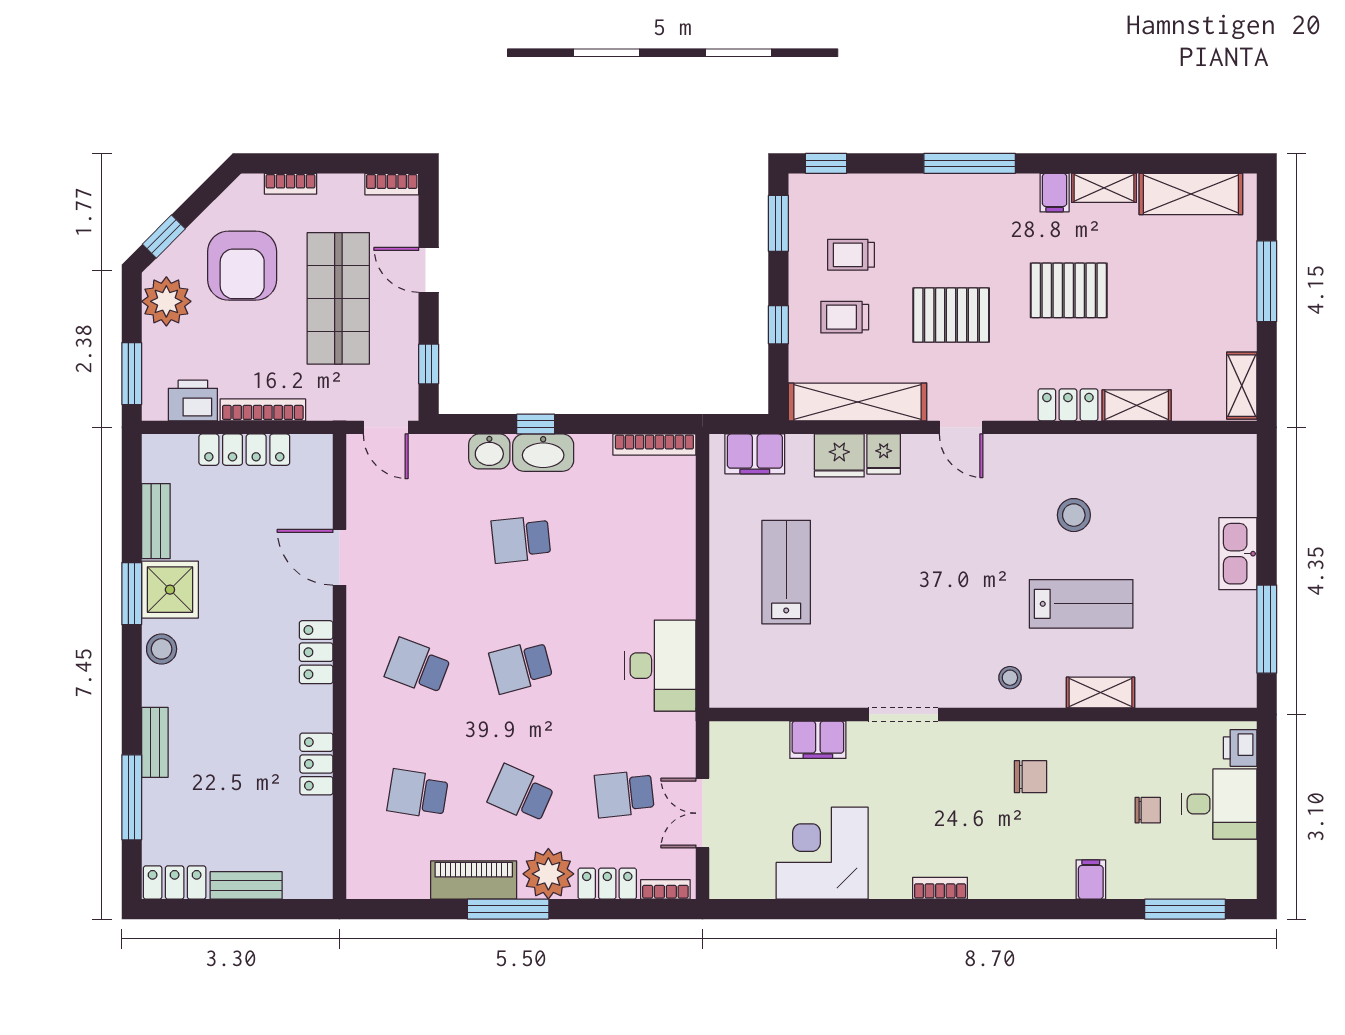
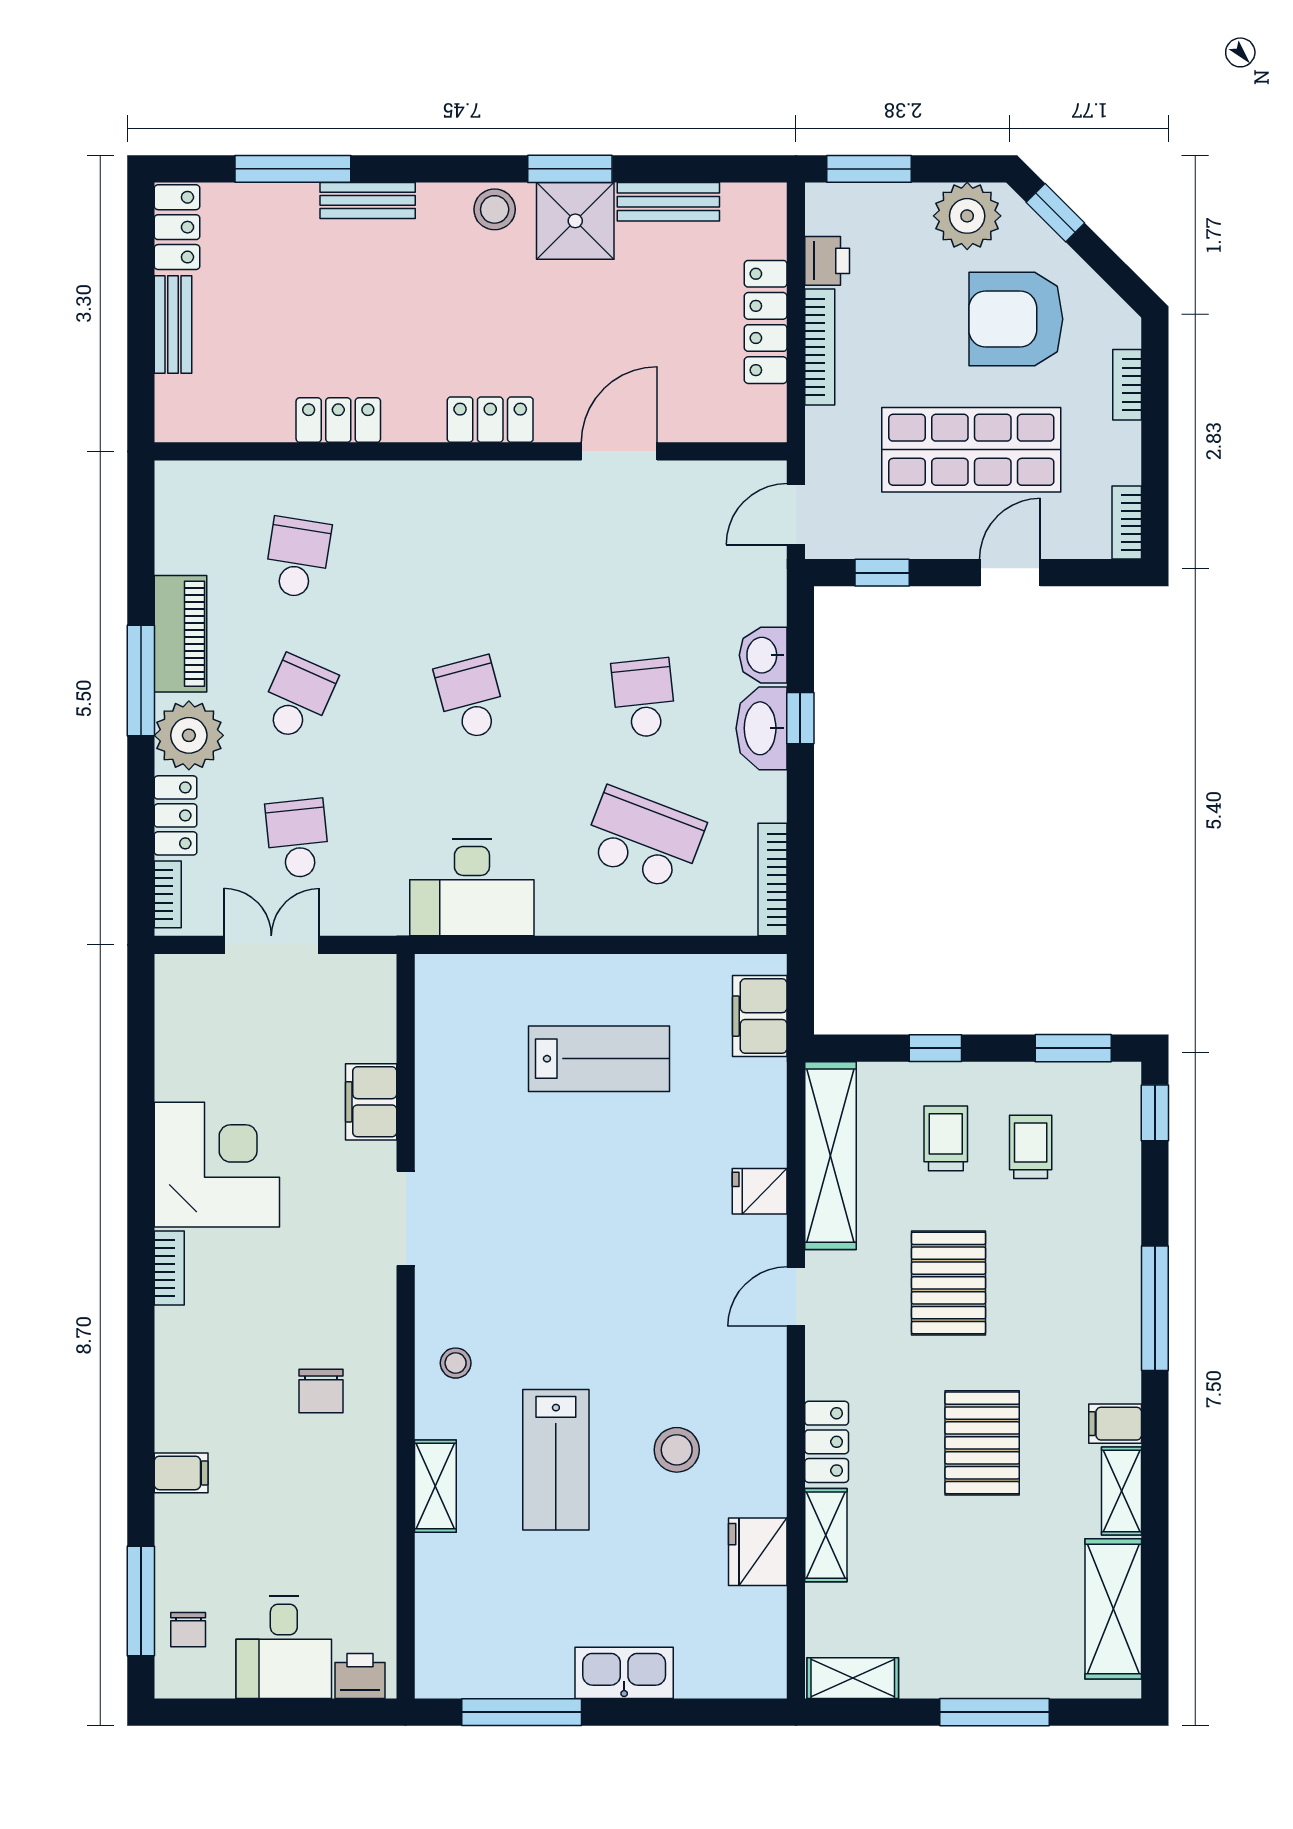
printer: (193, 400) -> (827, 261), width x0.73, depth x0.81
fridge: (839, 455) -> (758, 1552), moved
school desk: (418, 667) -> (644, 839), moved, width x1.85
chair: (1148, 810) -> (188, 1630), moved
corner desk: (822, 853) -> (217, 1165), moved

